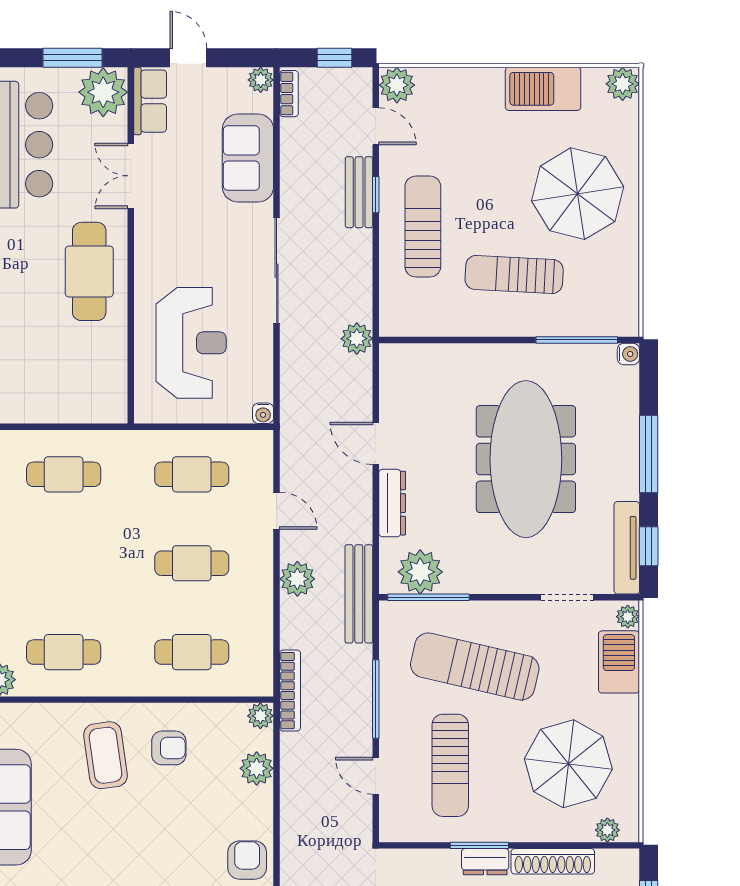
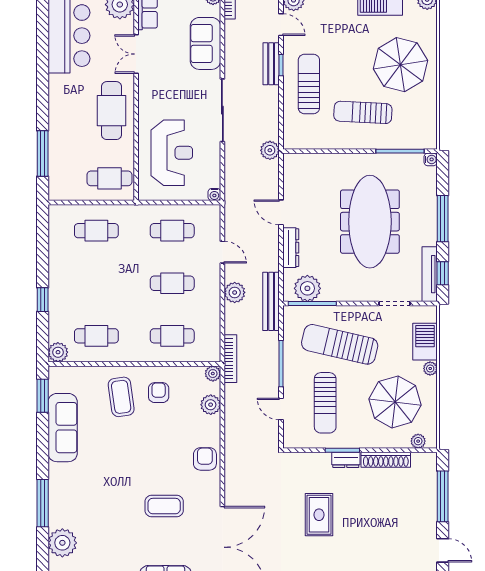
cafe table: (86, 386) -> (109, 178), added
plant: (628, 617) -> (430, 368), moved
armchair: (169, 748) -> (159, 393), turned -90

